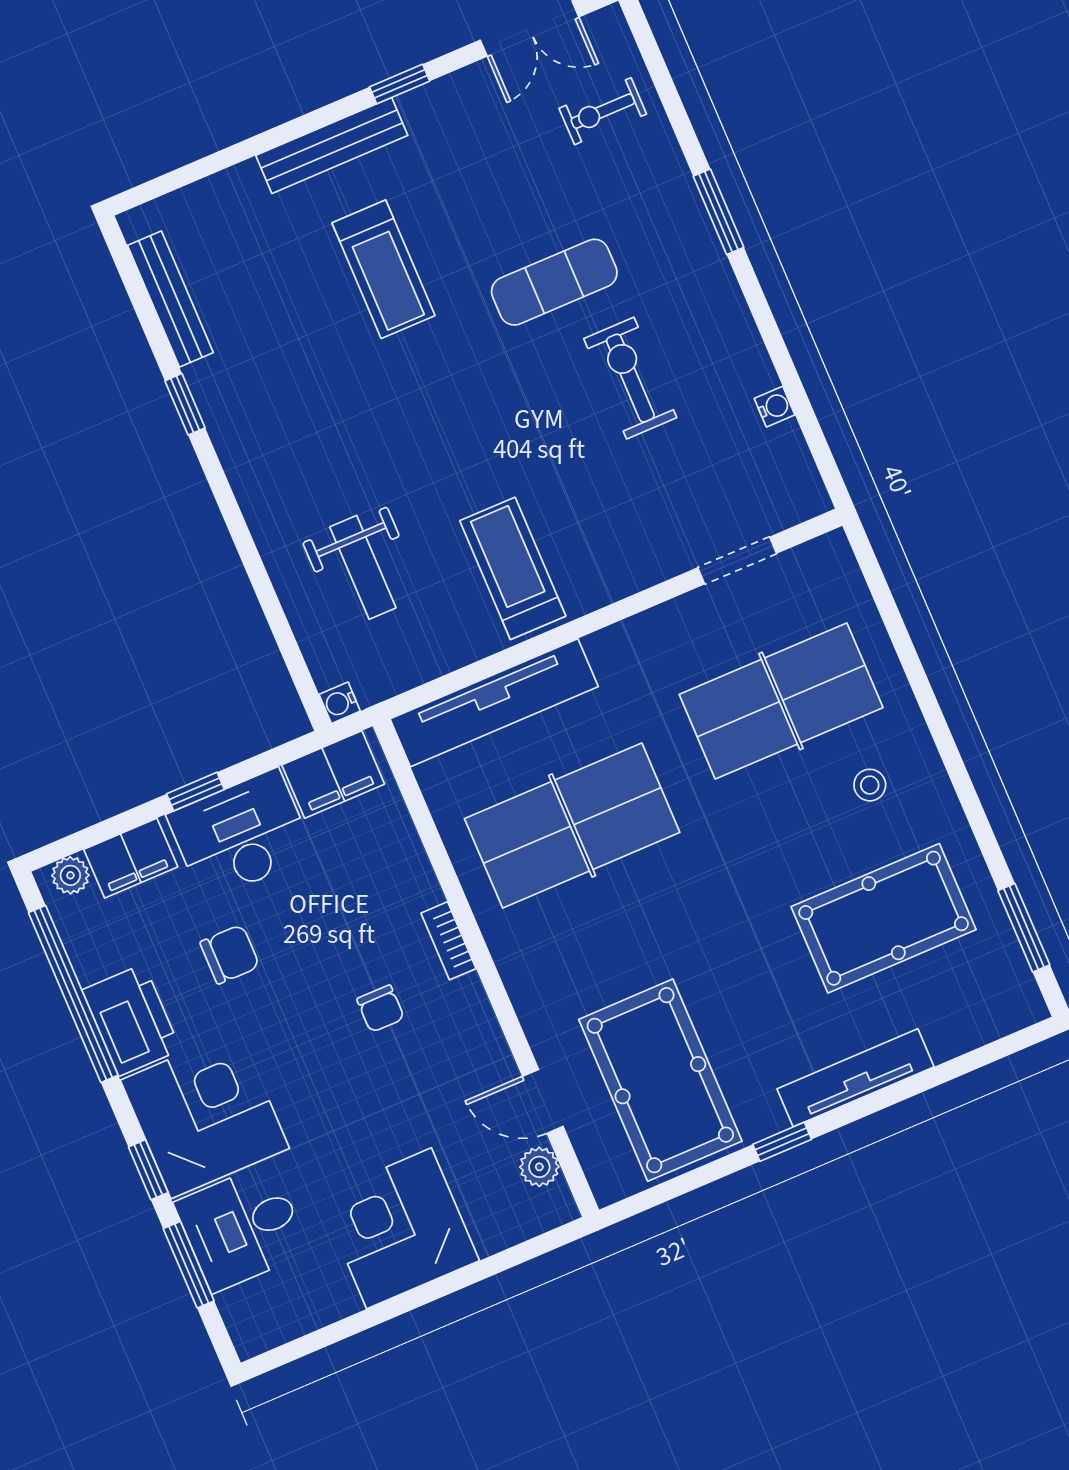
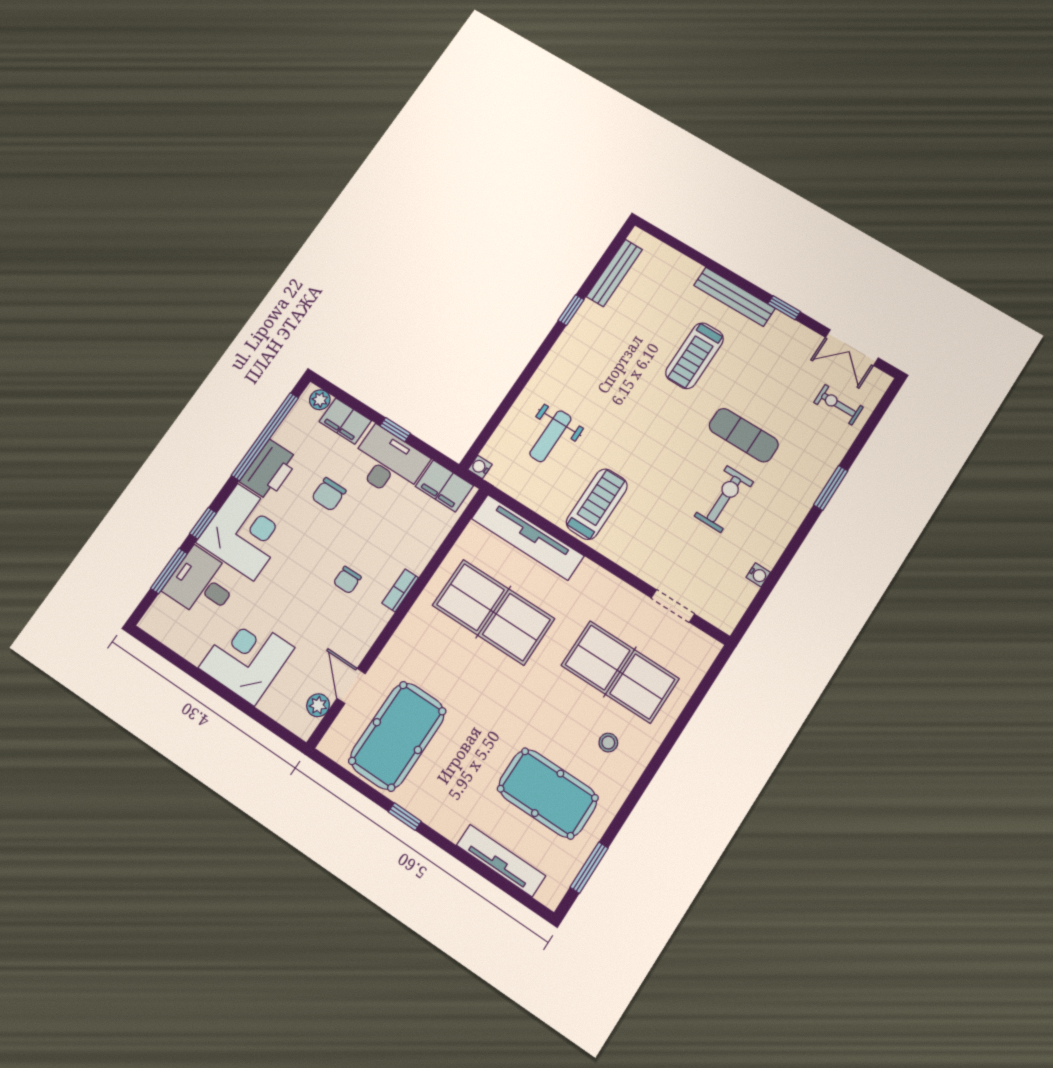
chair: (230, 954) -> (329, 494), turned 90
tv unit: (856, 1078) -> (501, 860), moved

